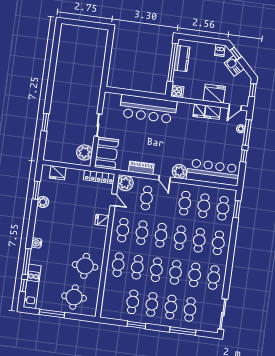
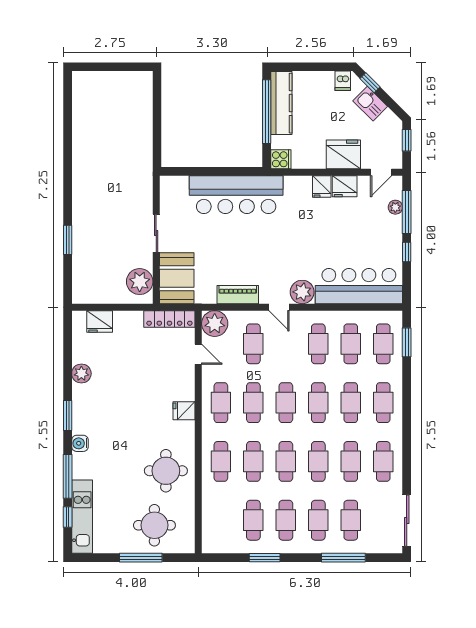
kitchen counter: (182, 58) -> (281, 103), width x1.50
window: (36, 190) -> (68, 415), moved
fridge: (102, 220) -> (184, 411), moved
window: (52, 314) -> (141, 558), moved

